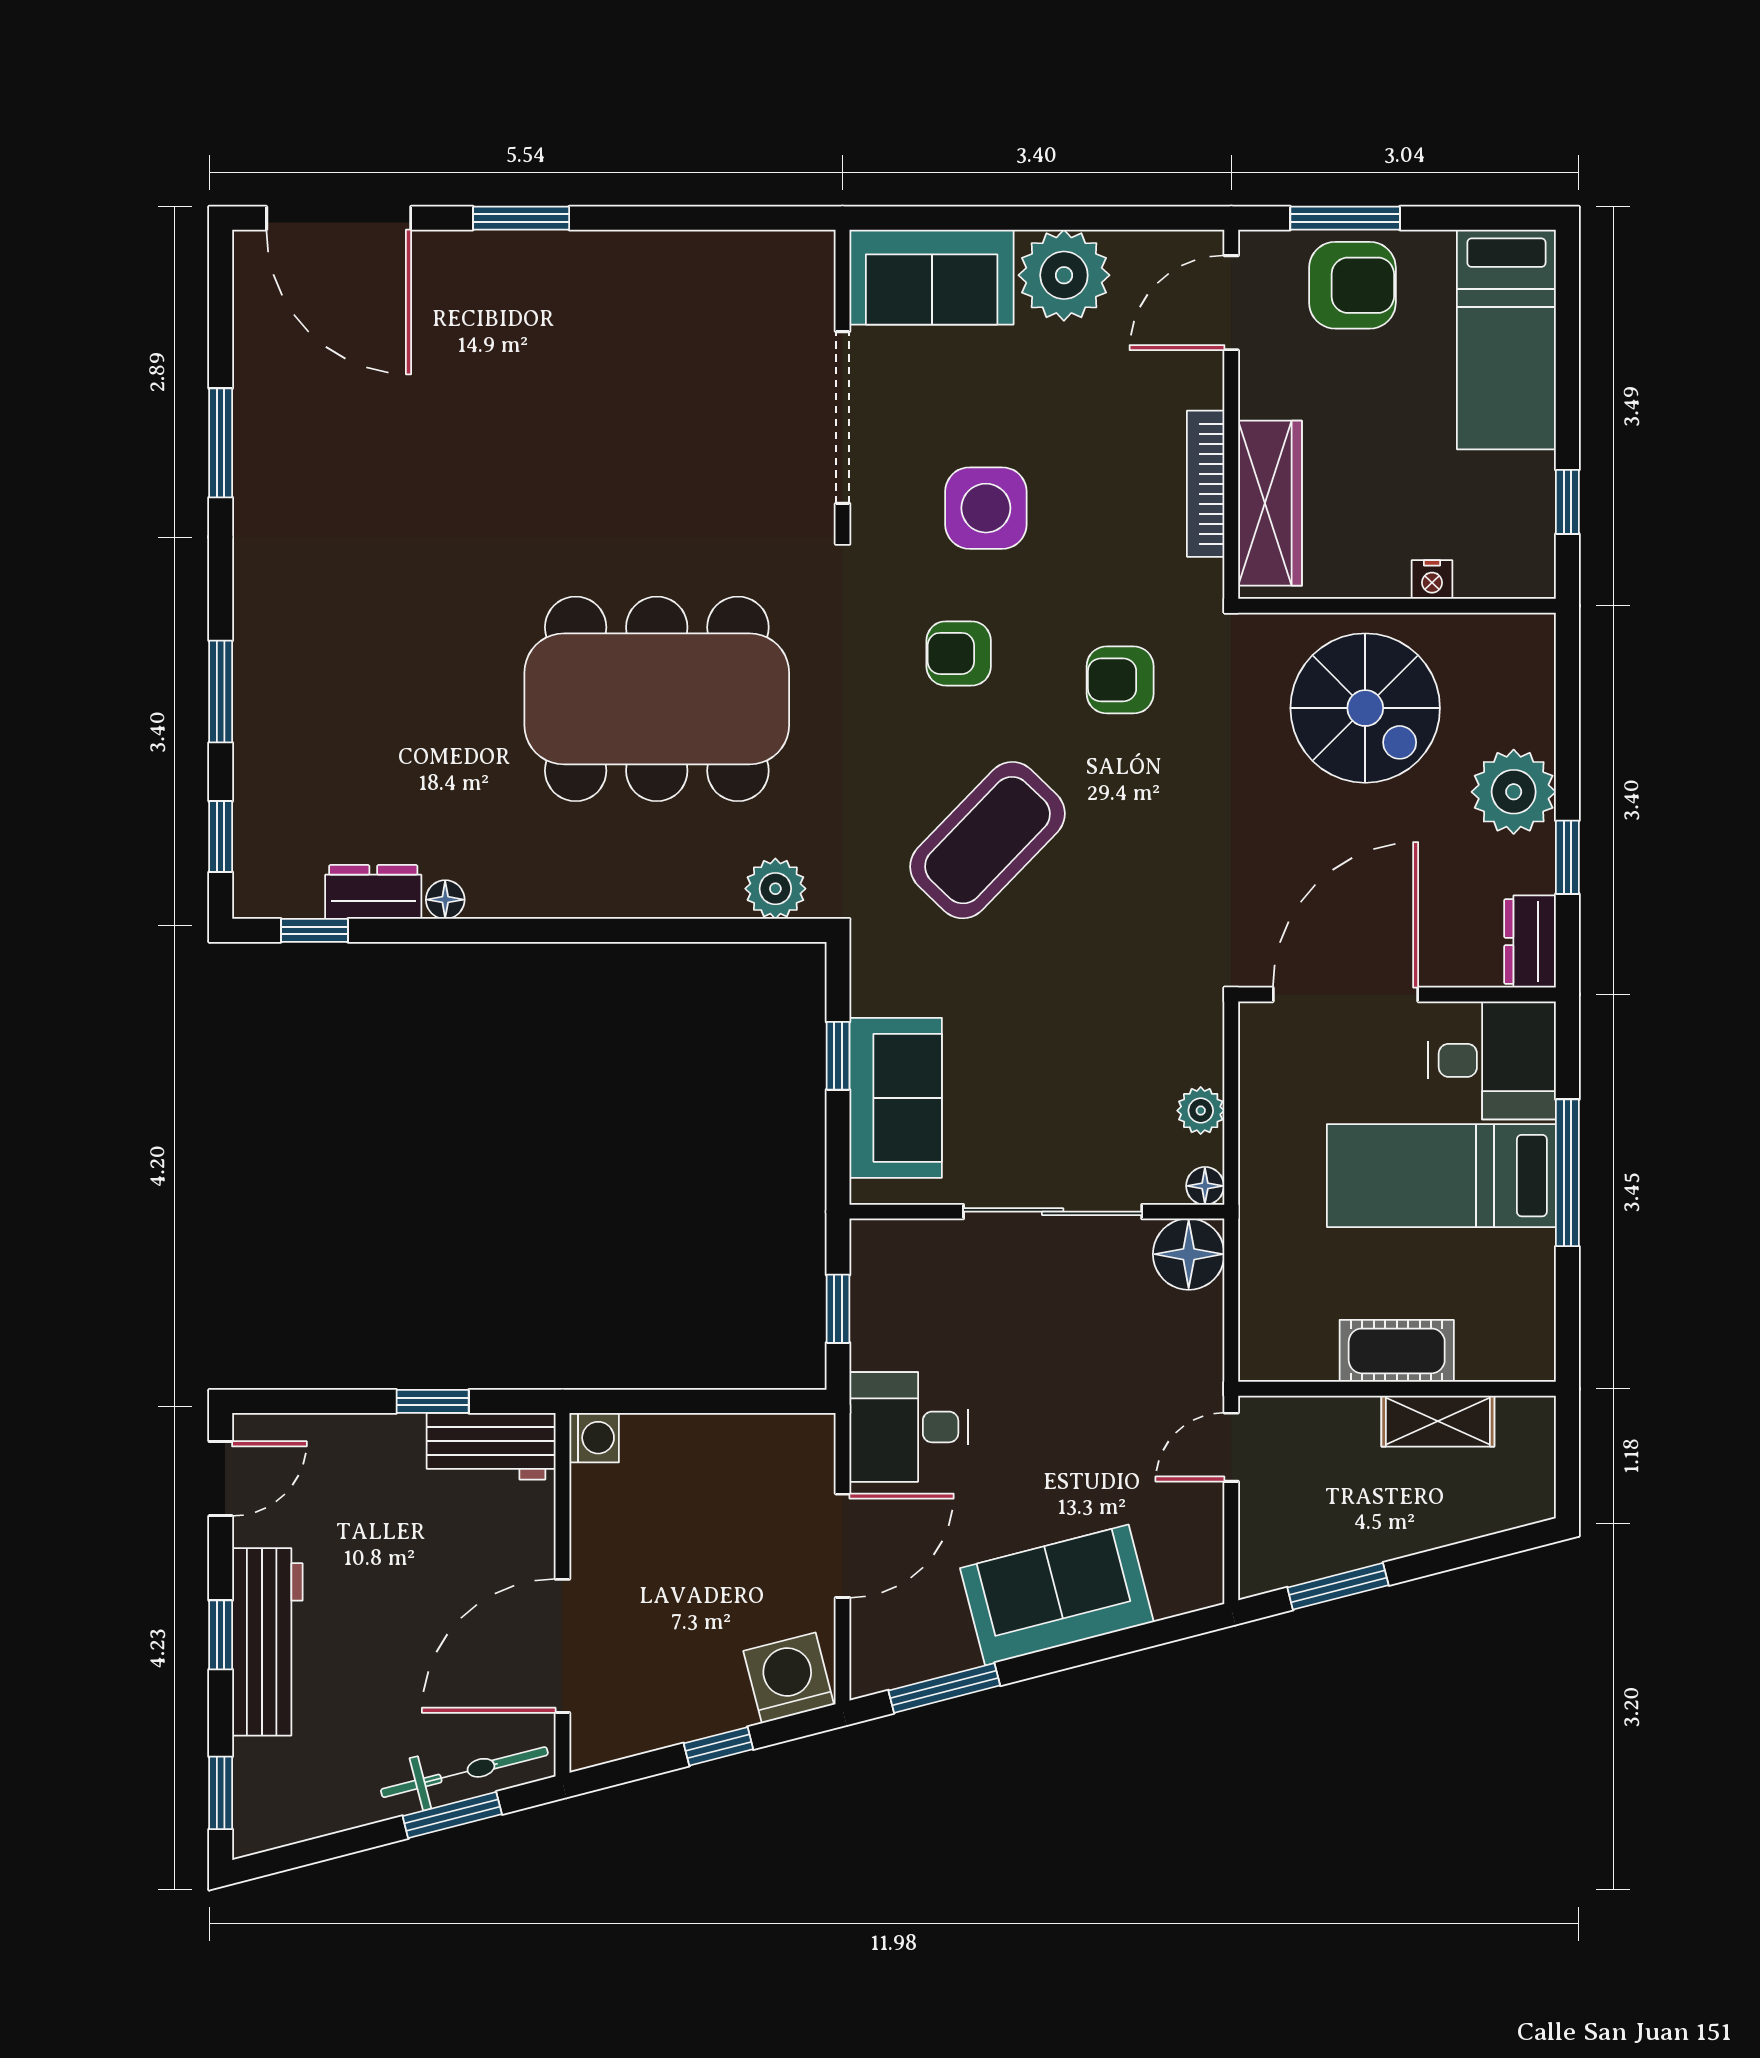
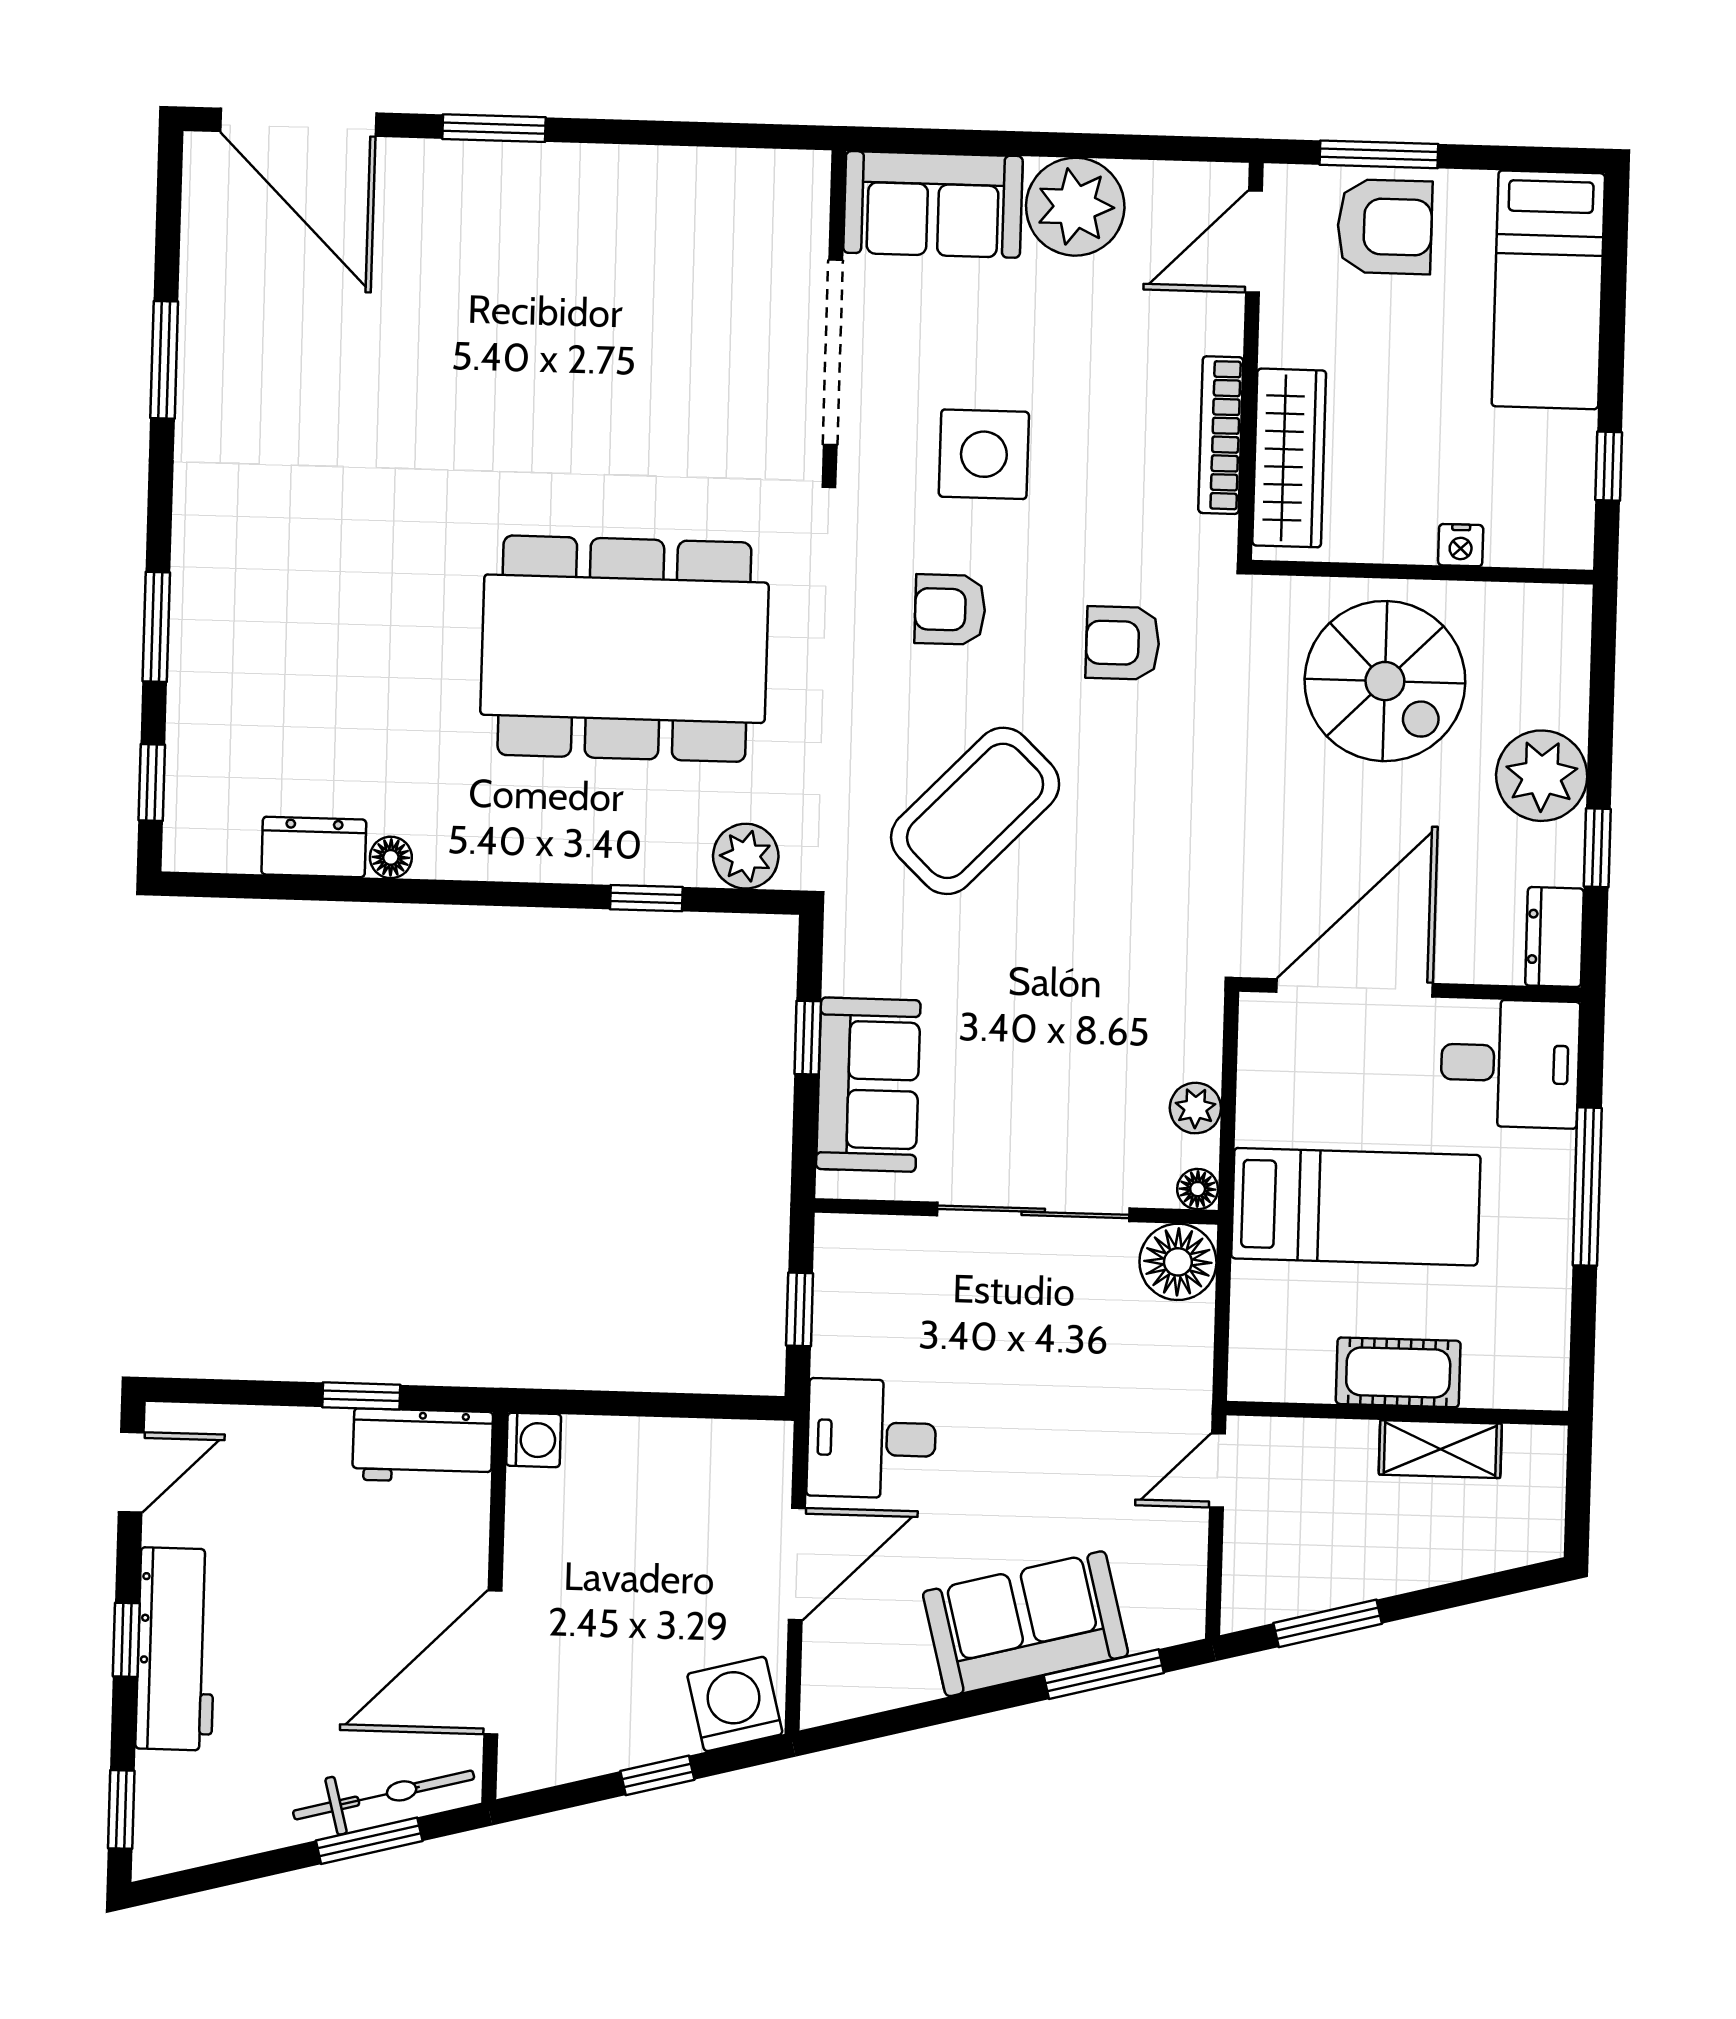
window: (314, 930) -> (646, 898), moved
bed: (1441, 1176) -> (1356, 1207), moved, turned 180
window: (944, 1688) -> (1104, 1674), moved

